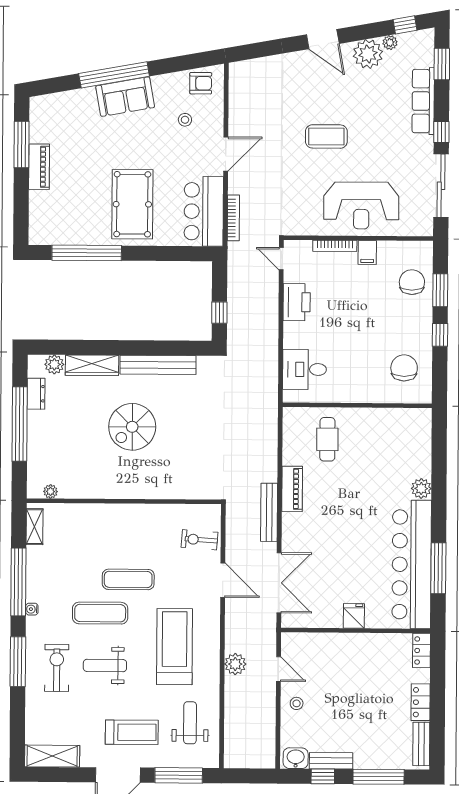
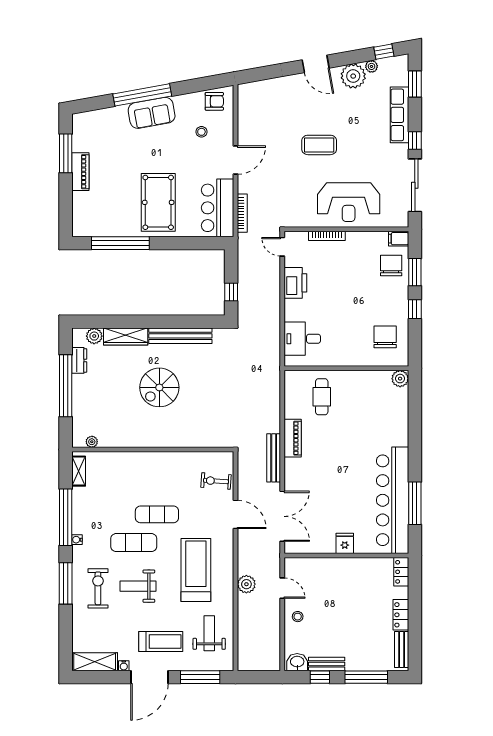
filing cabinet: (367, 253) -> (399, 239), moved, turned 90
plant: (421, 488) -> (400, 379), moved
water cooler: (87, 761) -> (124, 666), added

